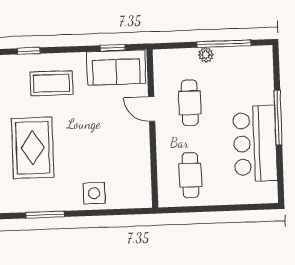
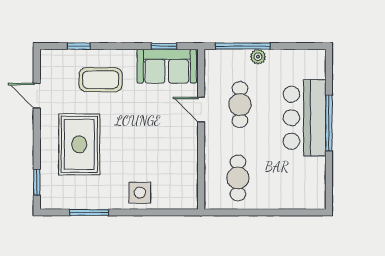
window: (224, 44) -> (243, 46), moved
bar counter: (255, 144) -> (305, 118), moved

